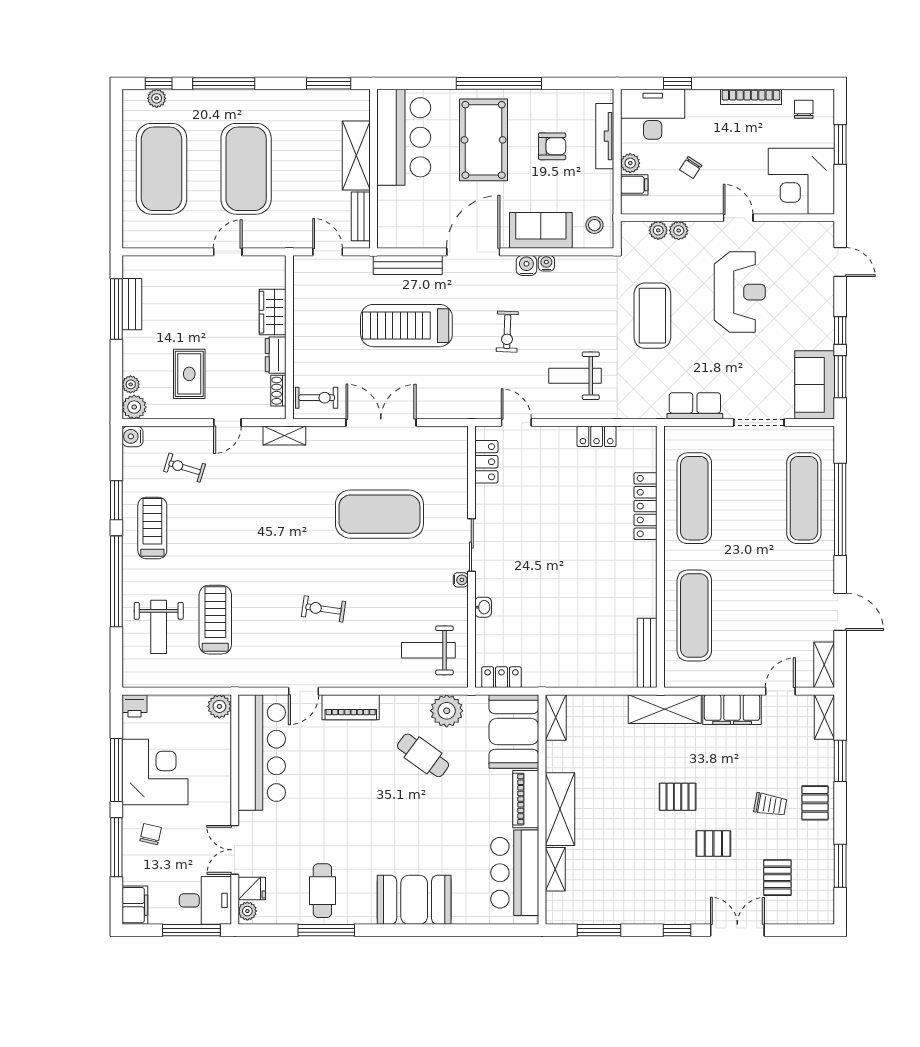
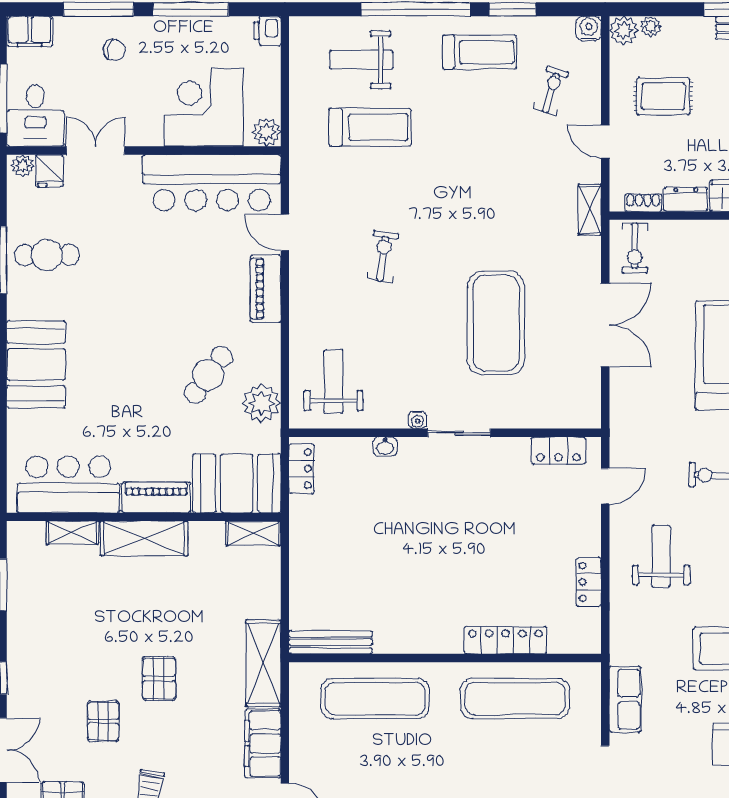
corner desk: (155, 772) -> (204, 107), moved, turned 180

